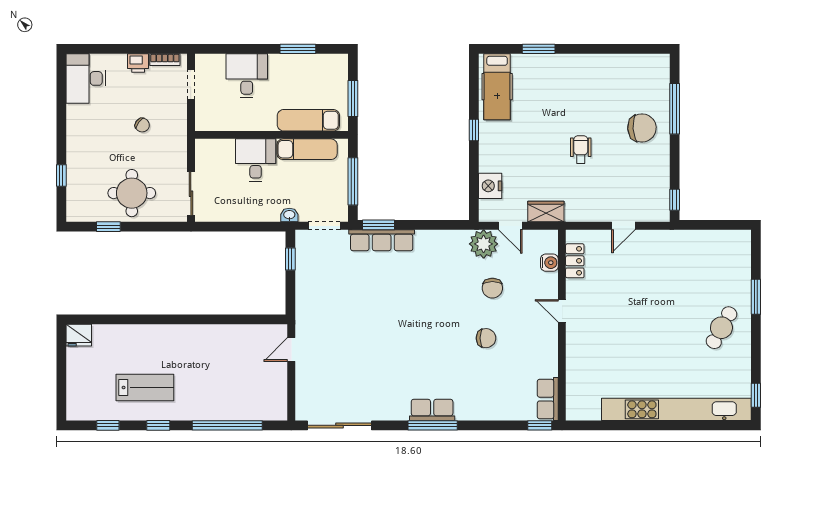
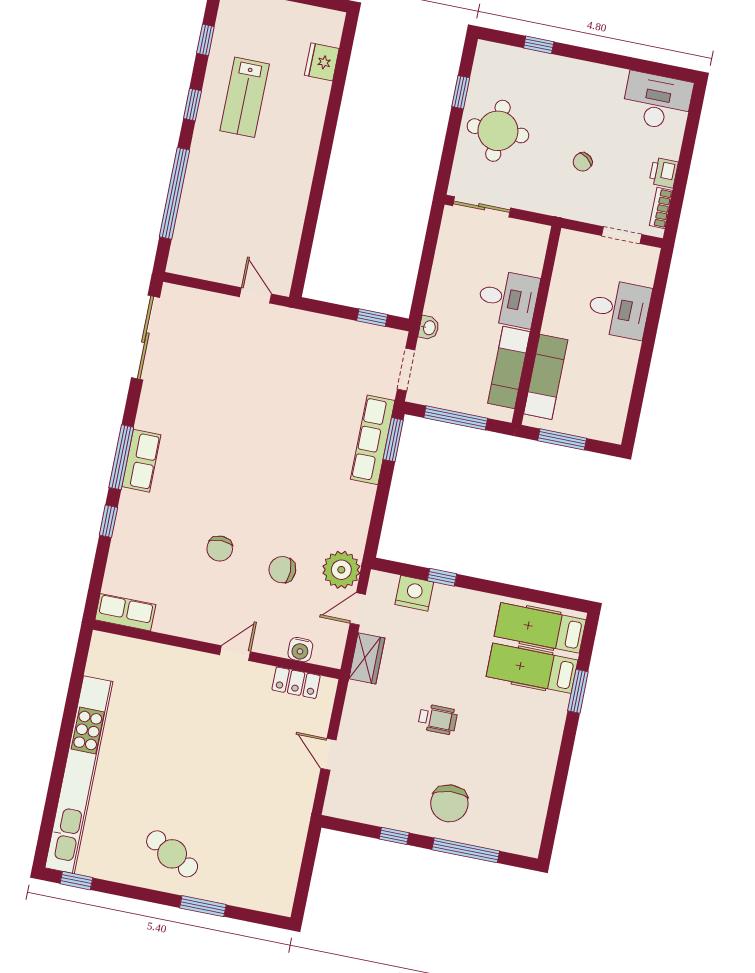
window: (298, 49) -> (640, 382), removed
hospital bed: (528, 87) -> (532, 668), added
window: (474, 130) -> (442, 577), moved
window: (675, 200) -> (394, 836), moved
fridge: (79, 335) -> (322, 62), moved
window: (540, 425) -> (108, 521), moved

